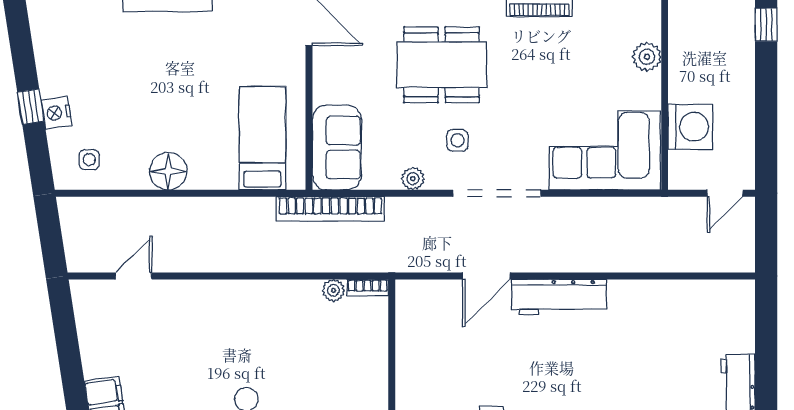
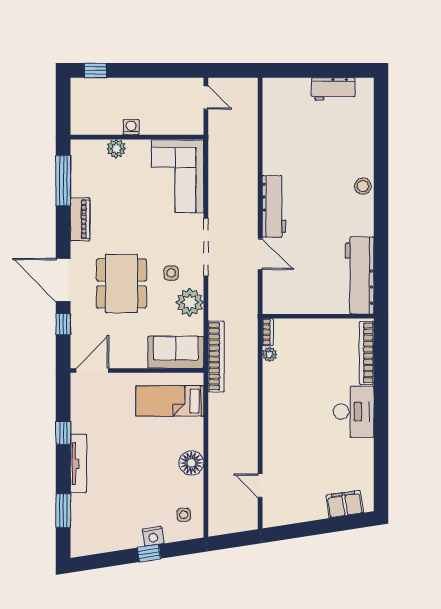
washing machine: (690, 127) -> (131, 127), moved, width x0.53, depth x0.53
plant: (413, 179) -> (190, 302), width x1.88, depth x1.88

